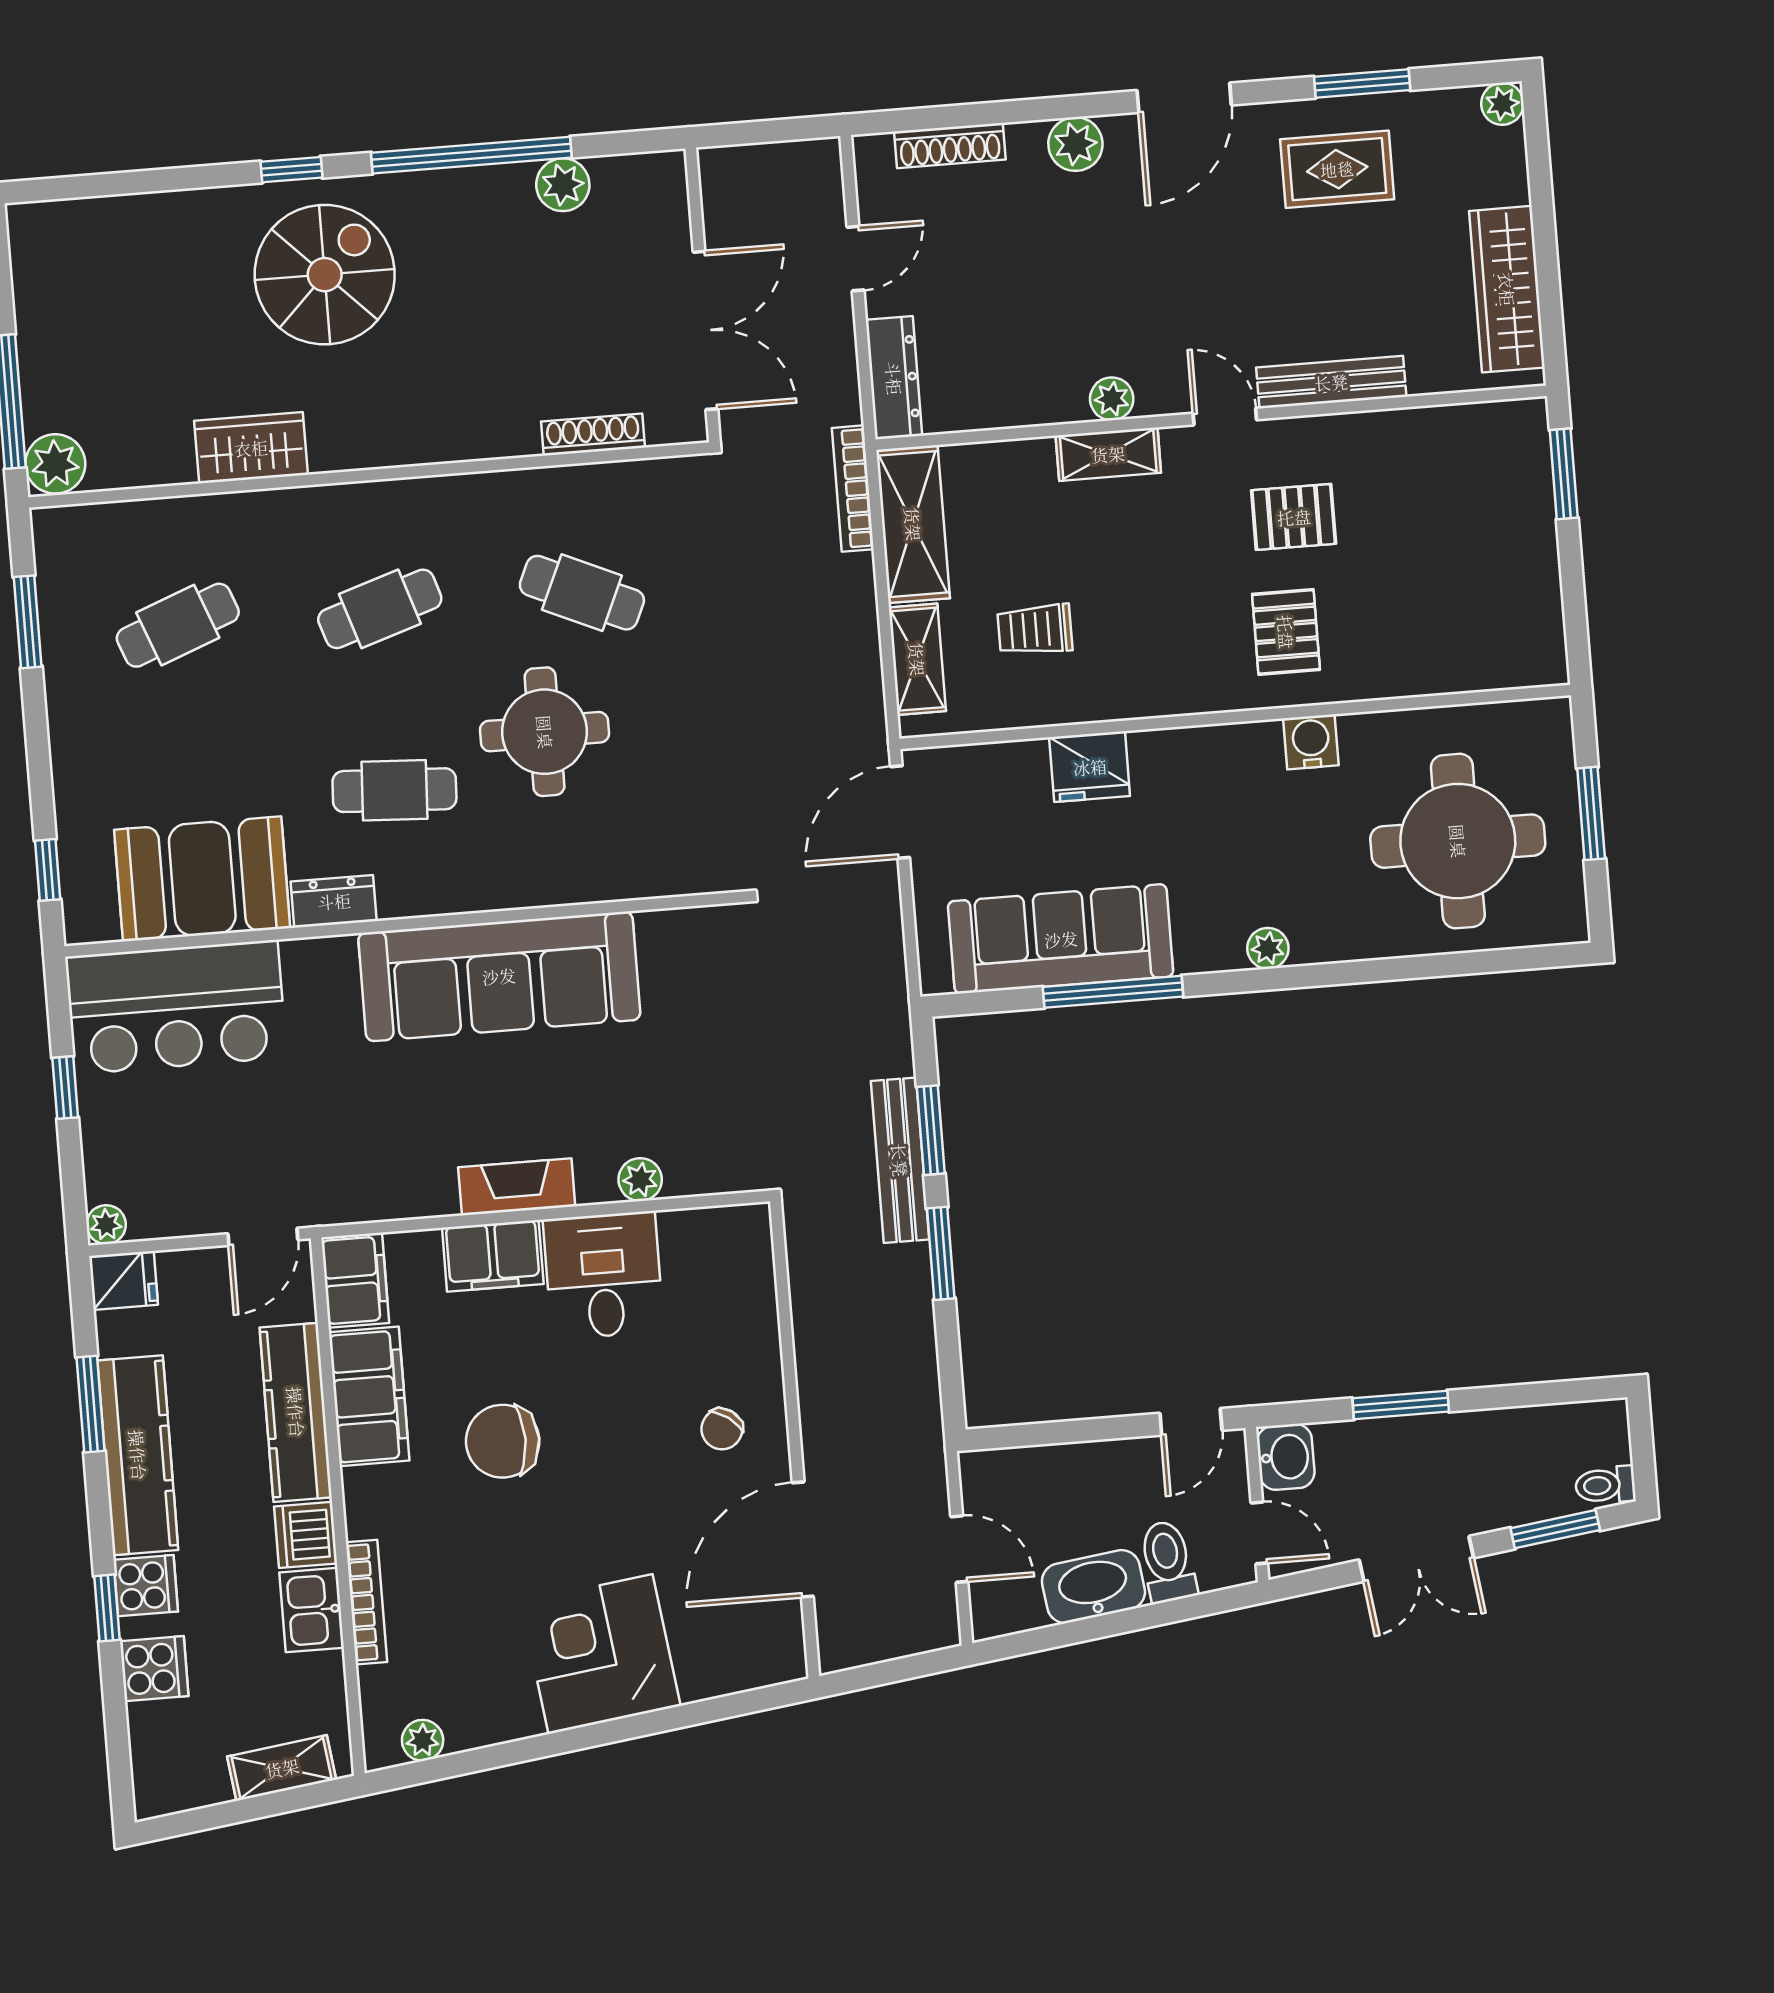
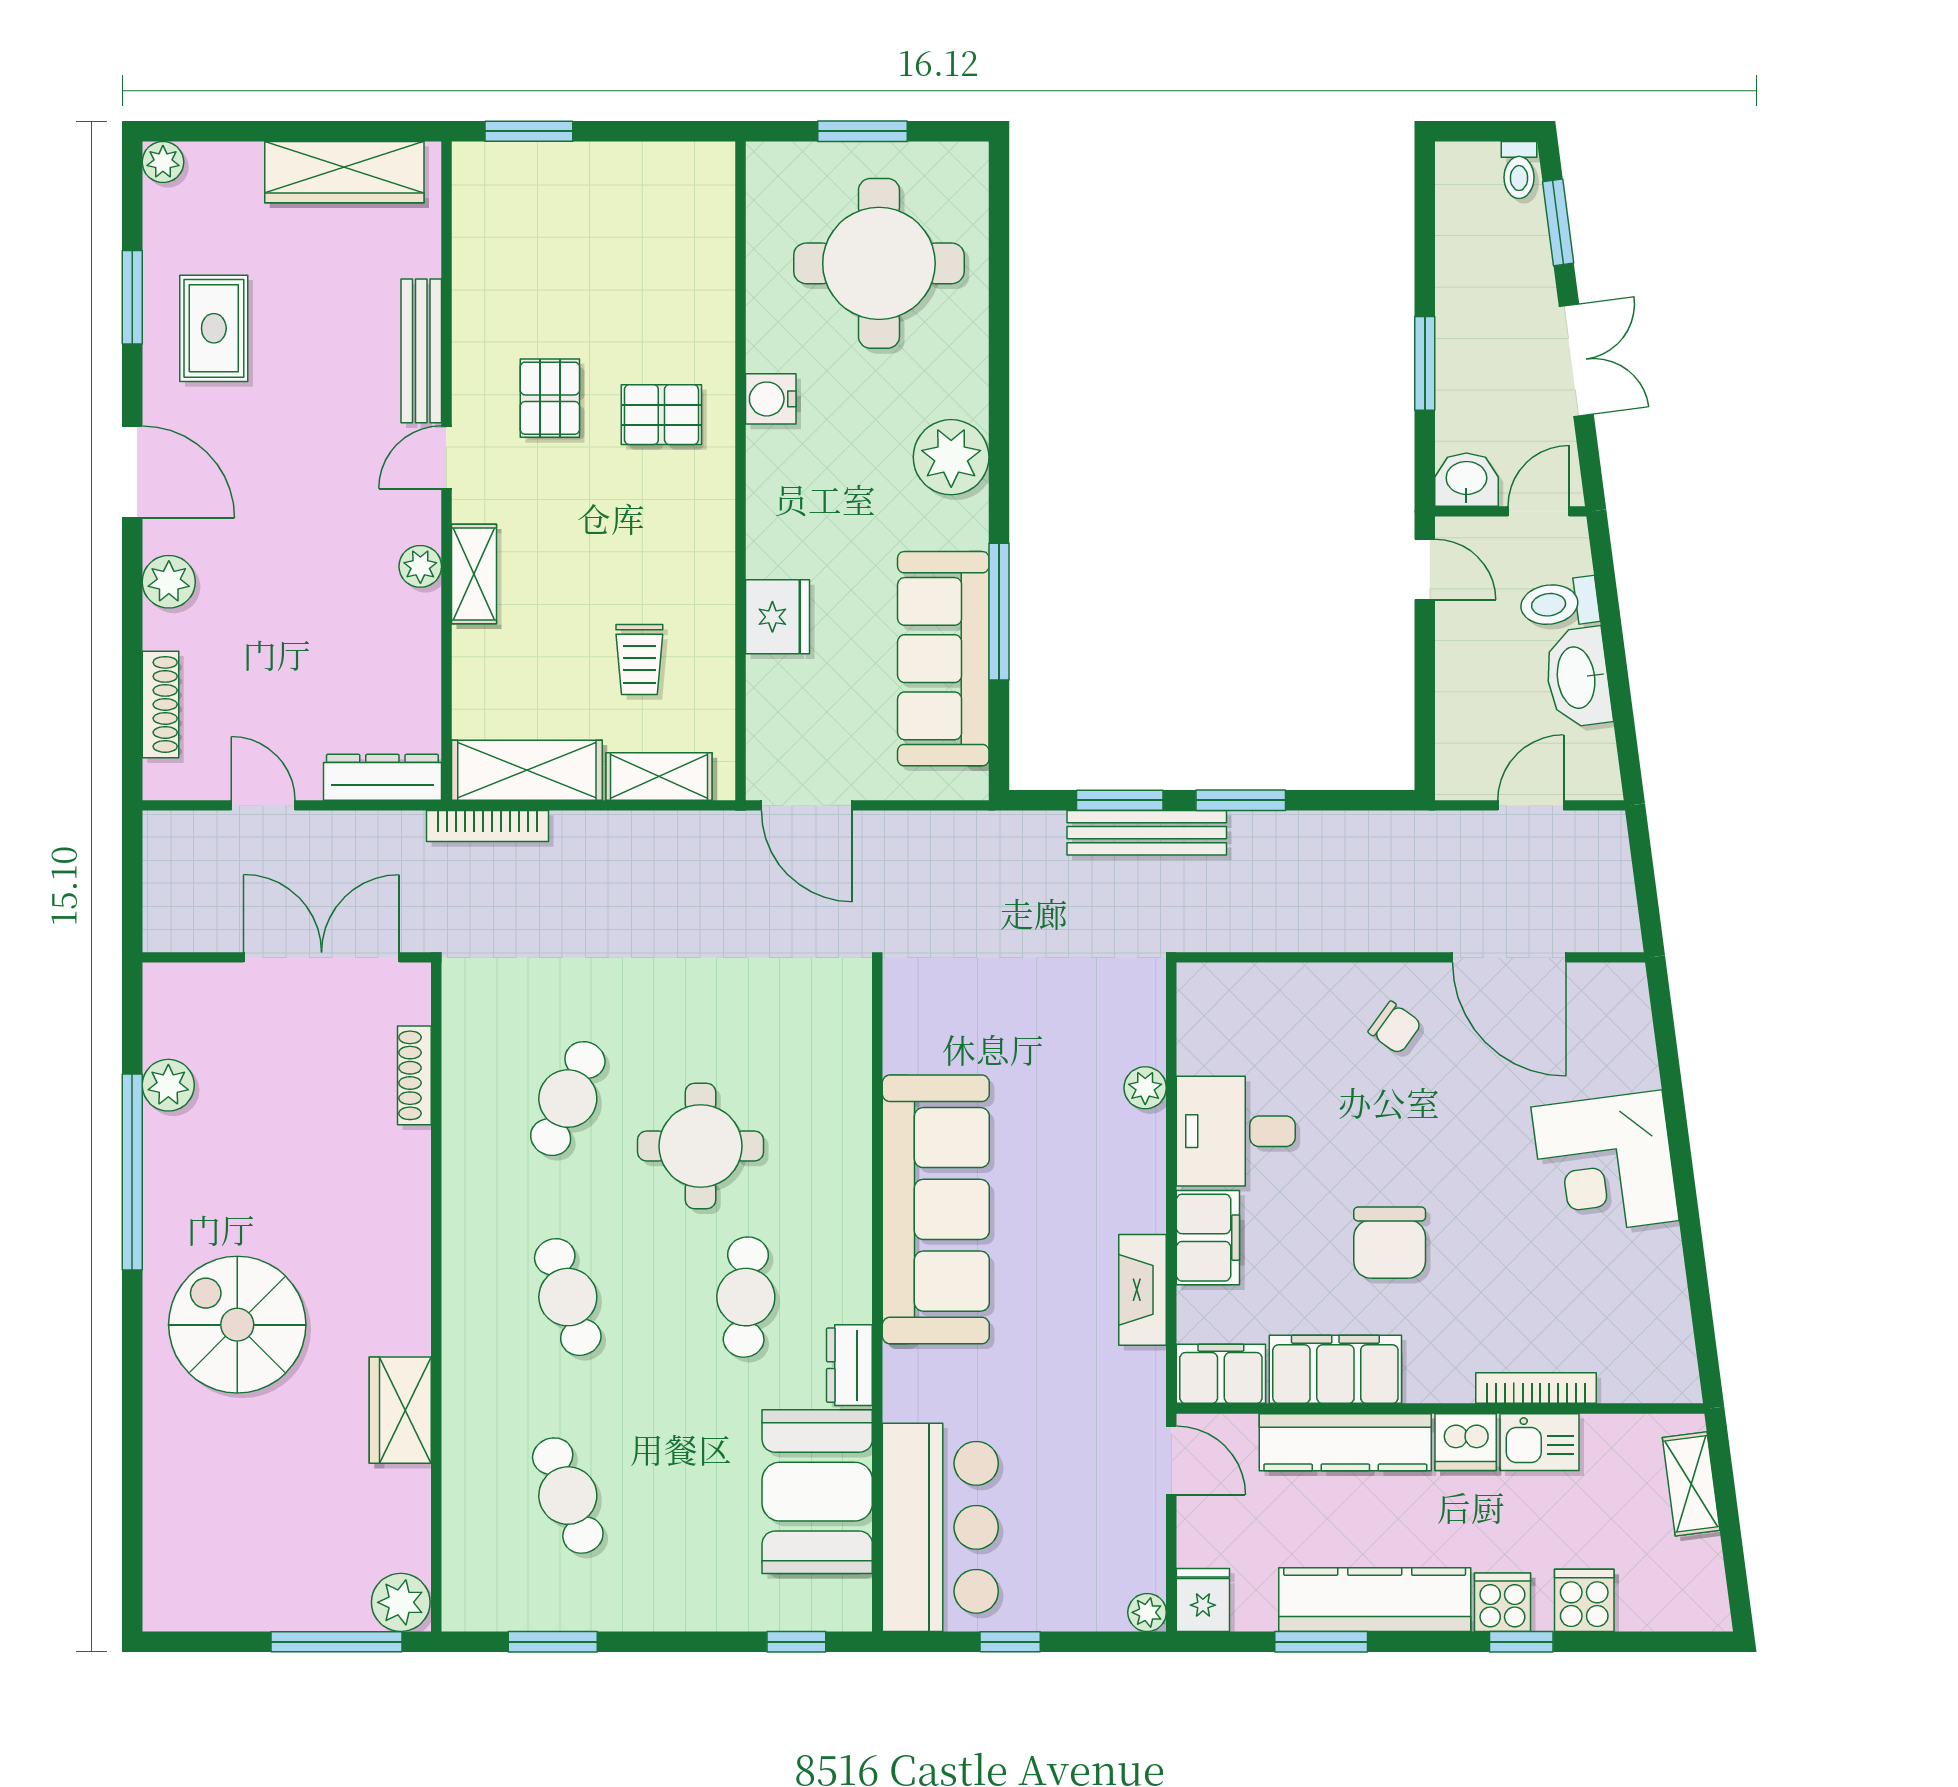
window: (291, 170) -> (132, 1349), removed
plant: (1268, 948) -> (951, 457), width x1.88, depth x1.88
fireplace: (517, 1187) -> (1143, 1290), moved
plant: (423, 1740) -> (1675, 1344), removed

